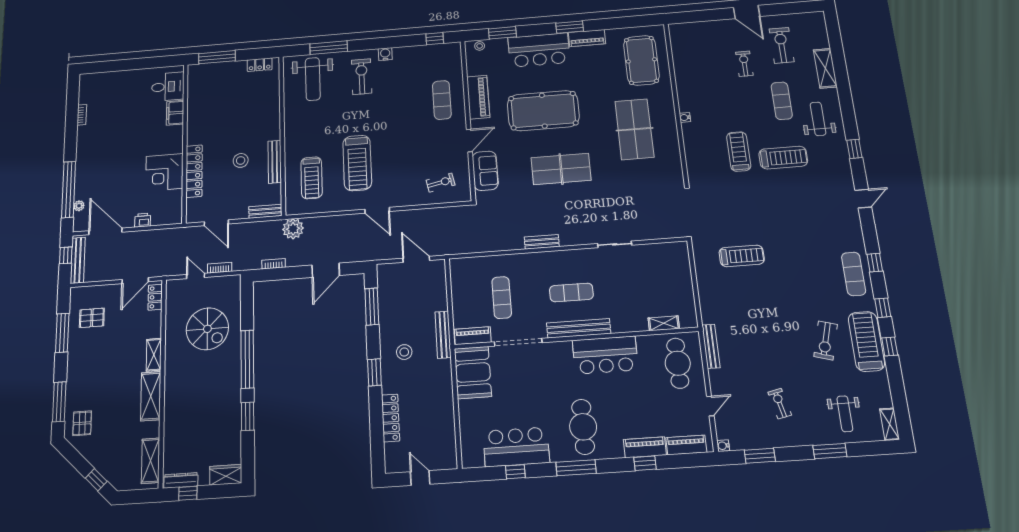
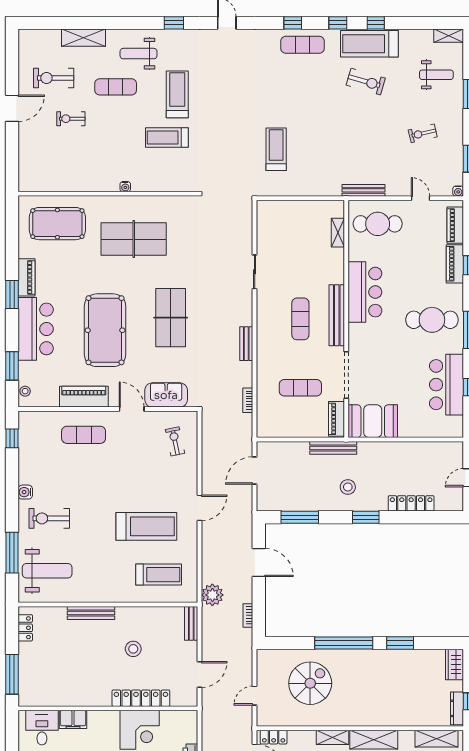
bench: (275, 162) -> (91, 613), moved
bookcase: (220, 268) -> (248, 400), moved

